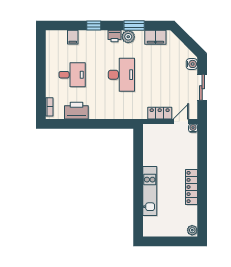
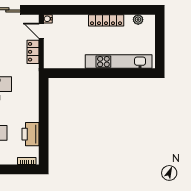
kitchen unit: (150, 191) -> (119, 62), width x1.36
plant: (192, 230) -> (138, 20), moved

